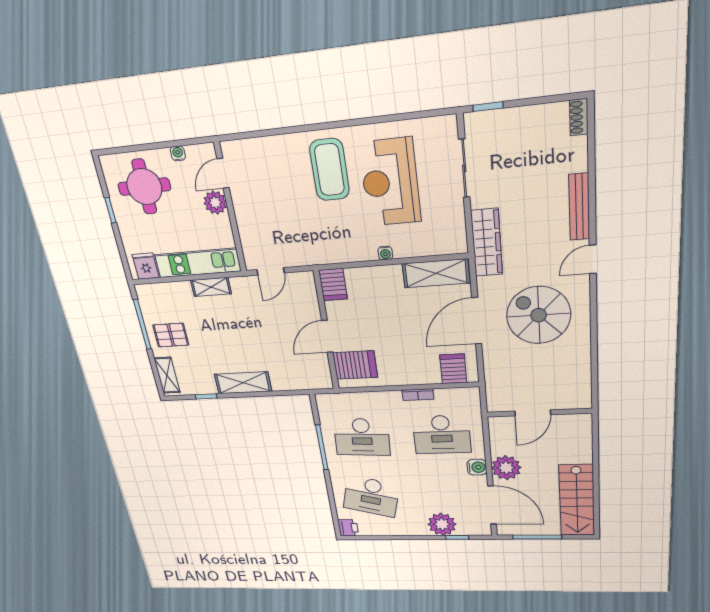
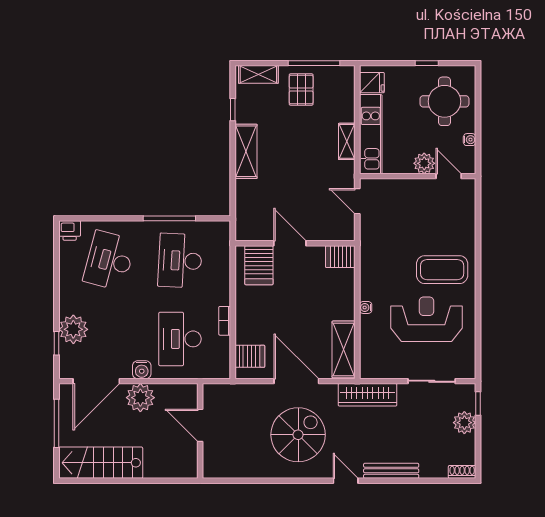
plant: (514, 121) -> (464, 423), added

